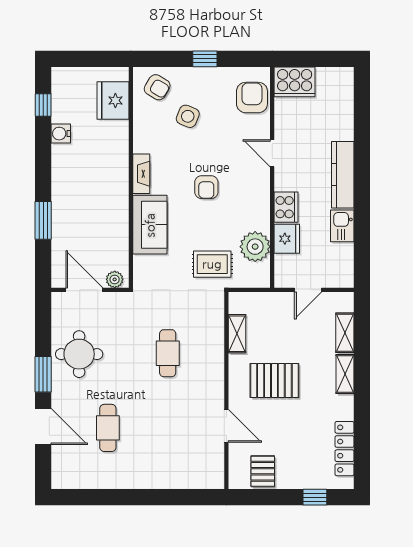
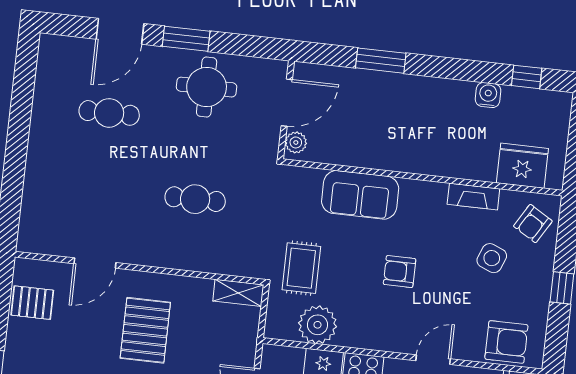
fireplace: (141, 174) -> (473, 197), moved
shelving: (237, 334) -> (238, 293), moved

